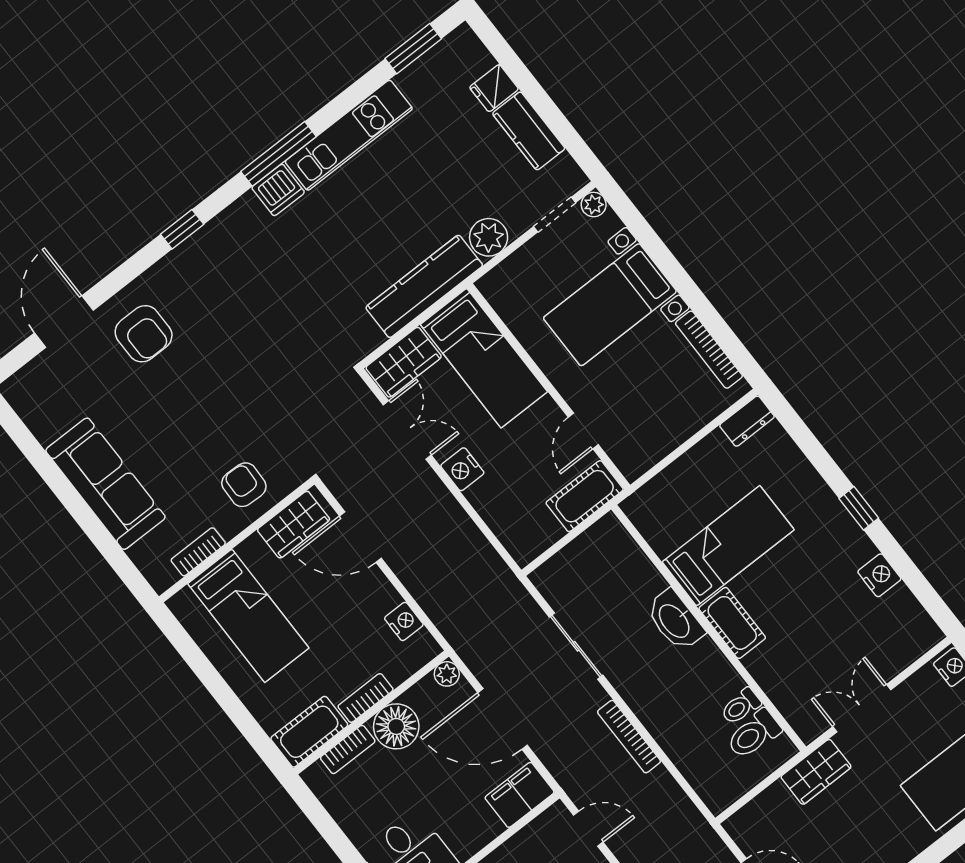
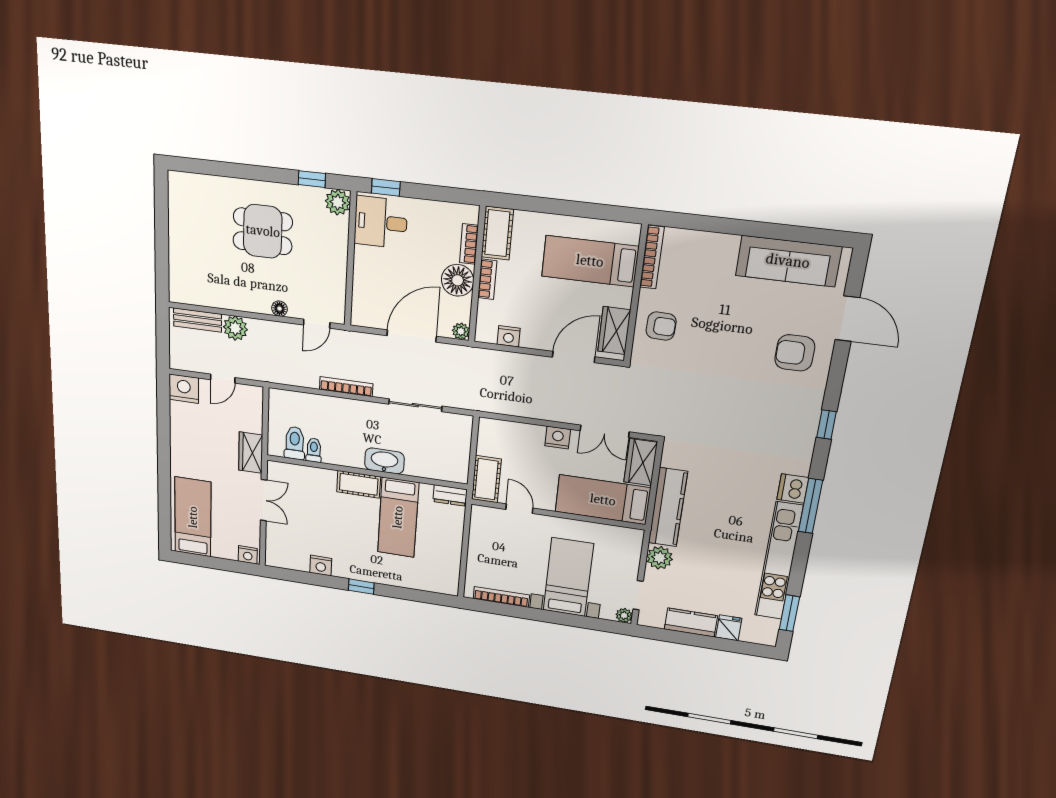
kitchen unit: (349, 135) -> (779, 561), width x1.36
dresser: (747, 421) -> (450, 495), moved, turned -90
sofa: (105, 484) -> (788, 261), moved
bookcase: (198, 552) -> (652, 257), width x1.56
filing cabinet: (520, 795) -> (365, 307), removed

